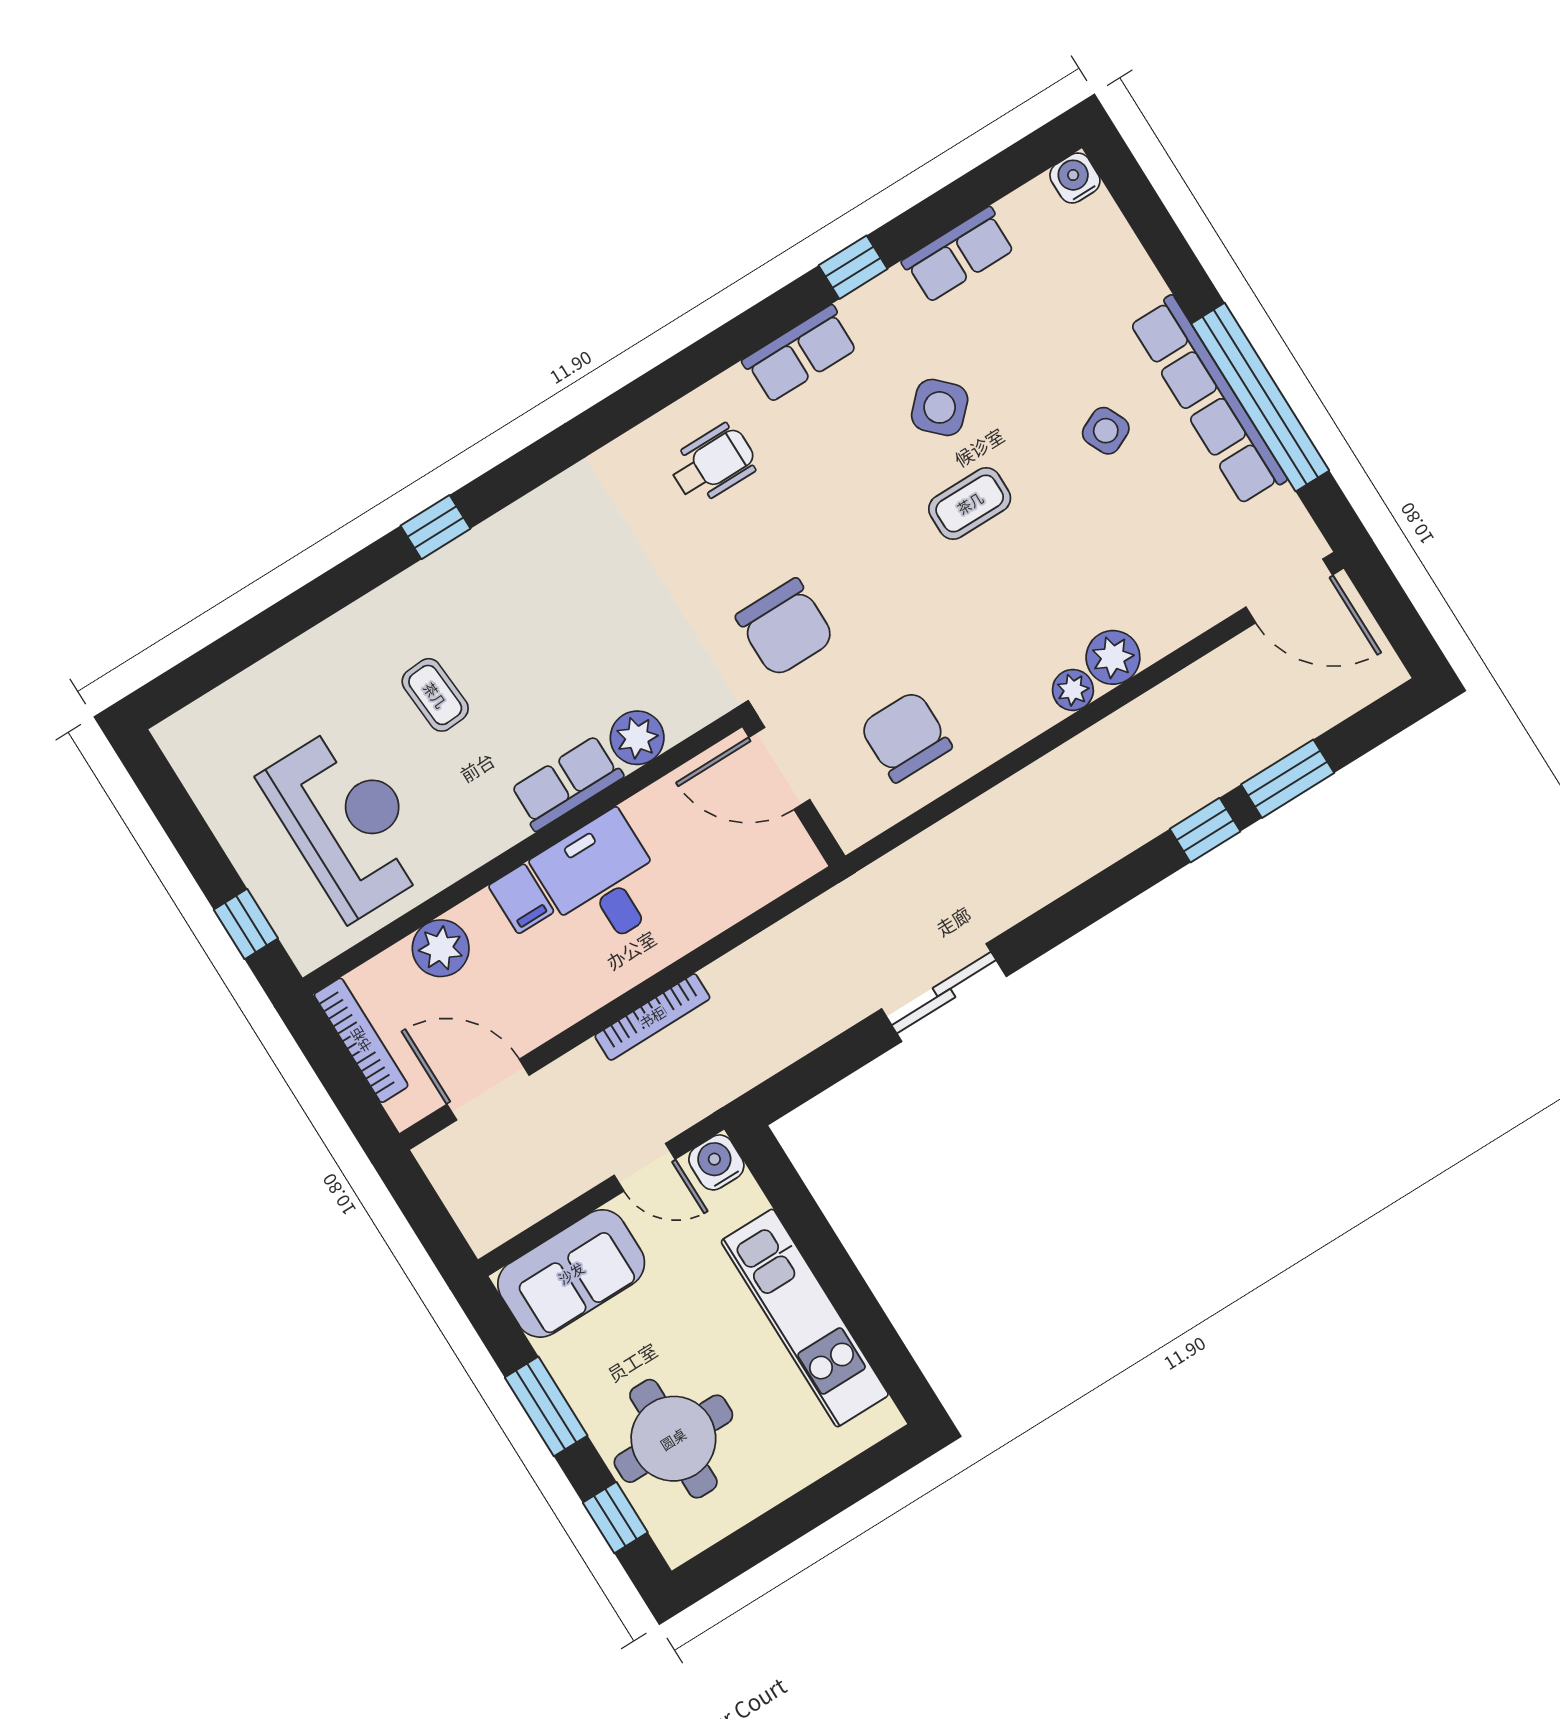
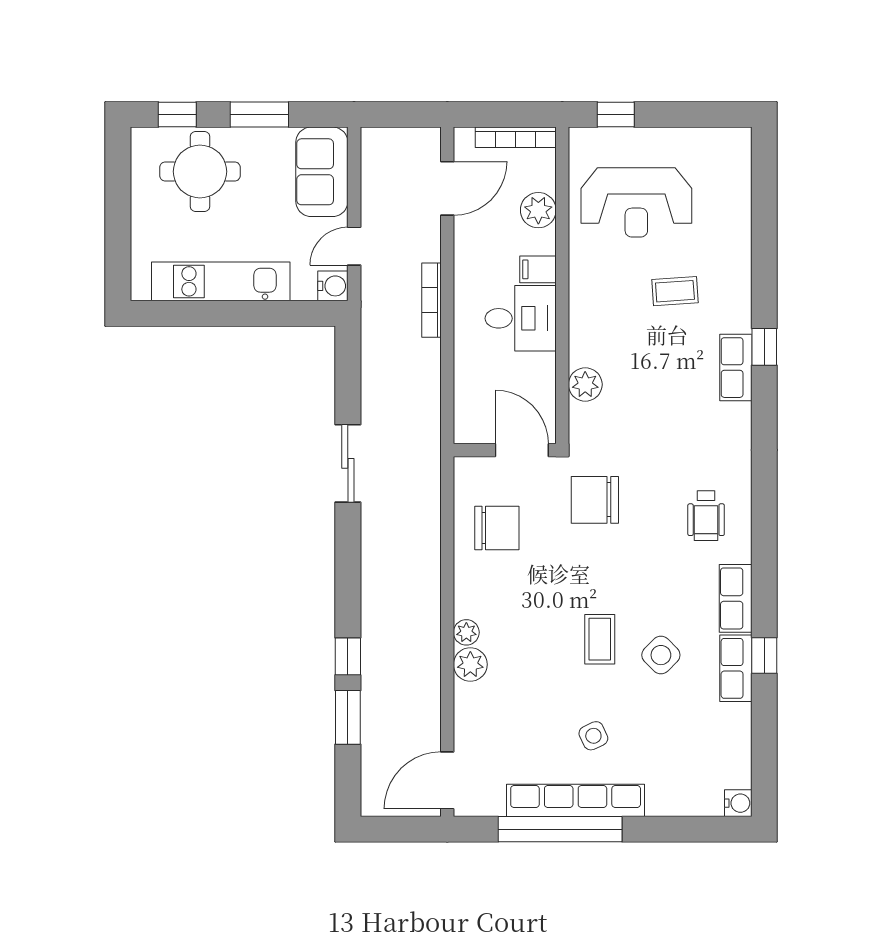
row of seats: (959, 255) -> (736, 668), moved
door: (779, 768) -> (522, 450), hinge flipped
row of seats: (567, 783) -> (736, 368), moved, turned 180

